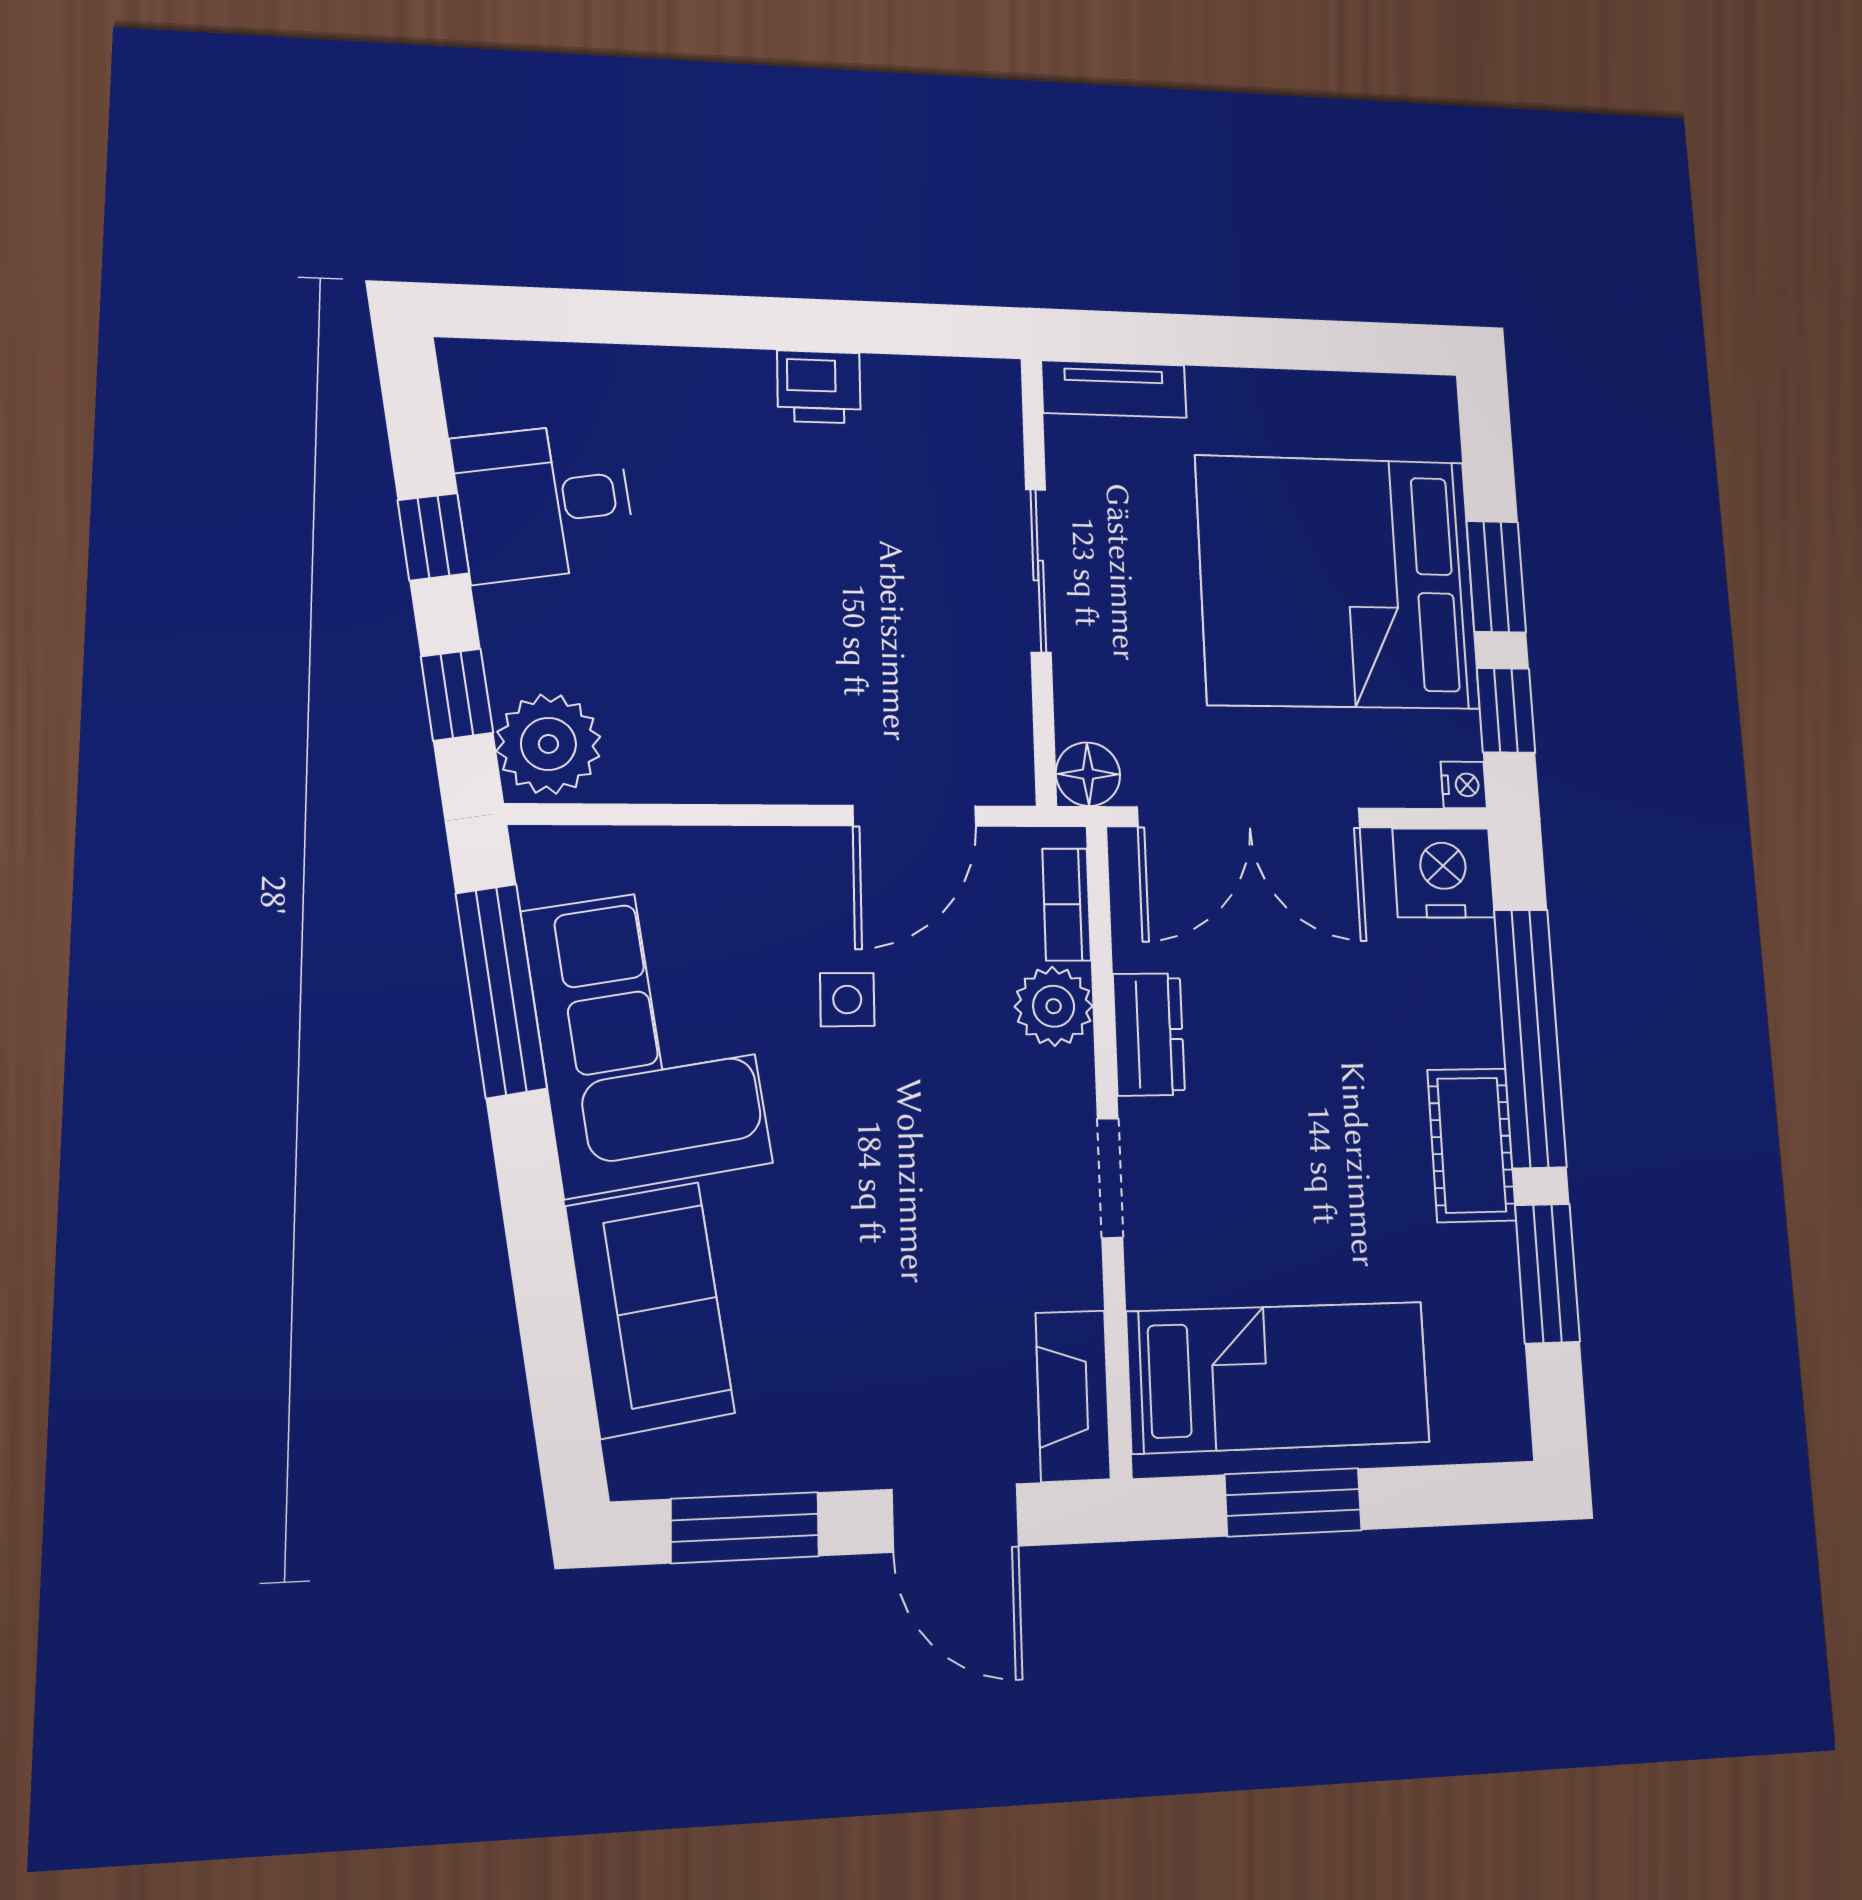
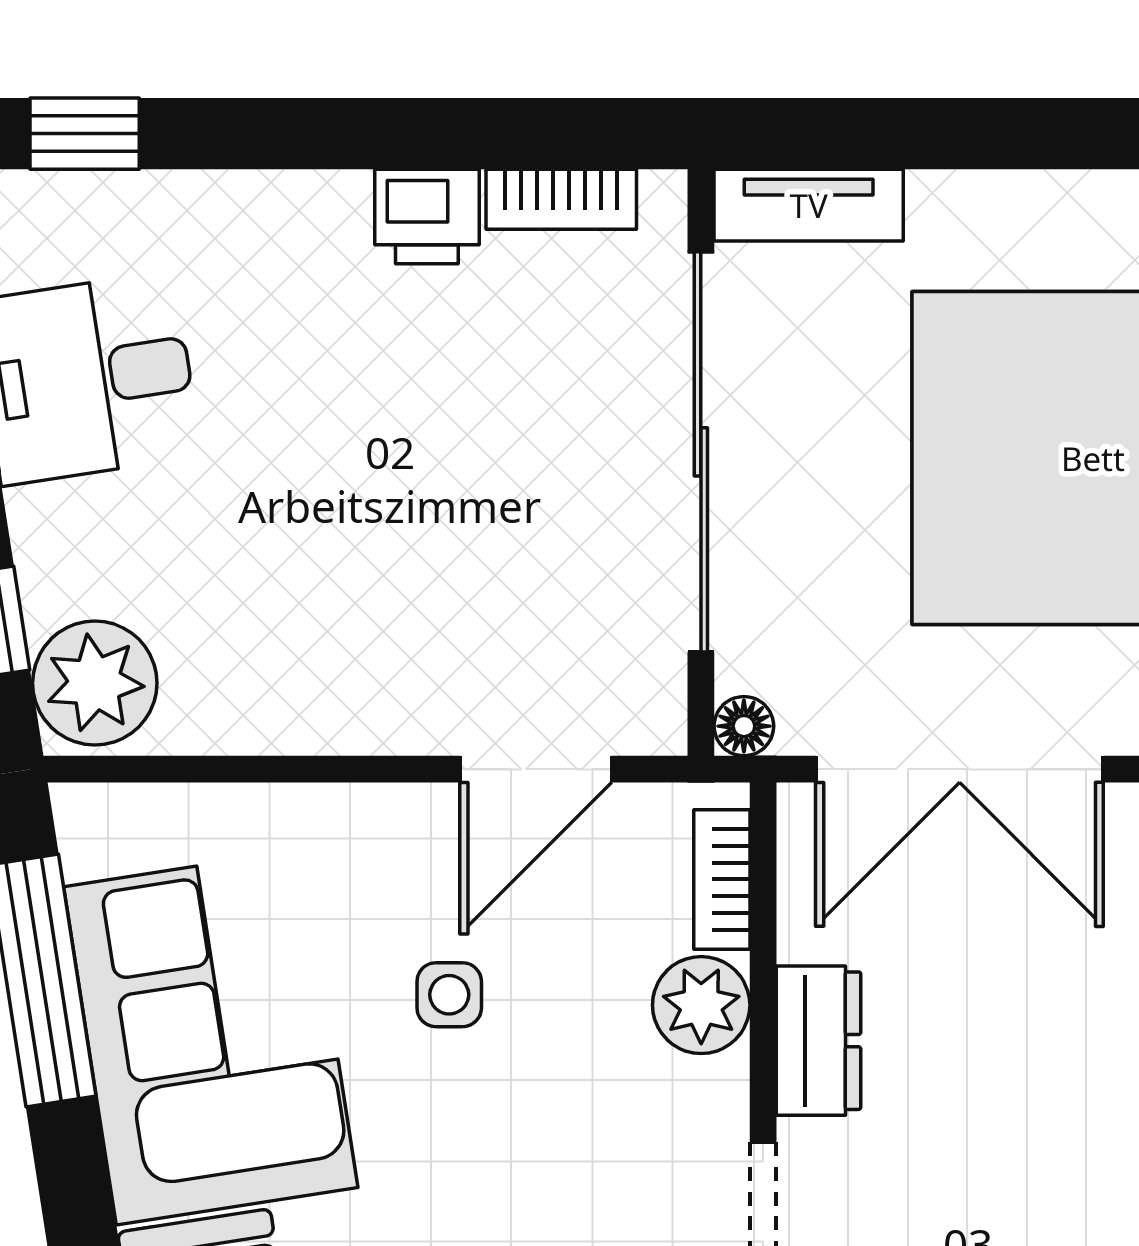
window: (543, 314) -> (85, 134), added
bookcase: (924, 378) -> (561, 199), added
sliding door: (1038, 570) -> (701, 452), width x1.86
floor lamp: (1088, 774) -> (744, 726), width x0.73, depth x0.73

